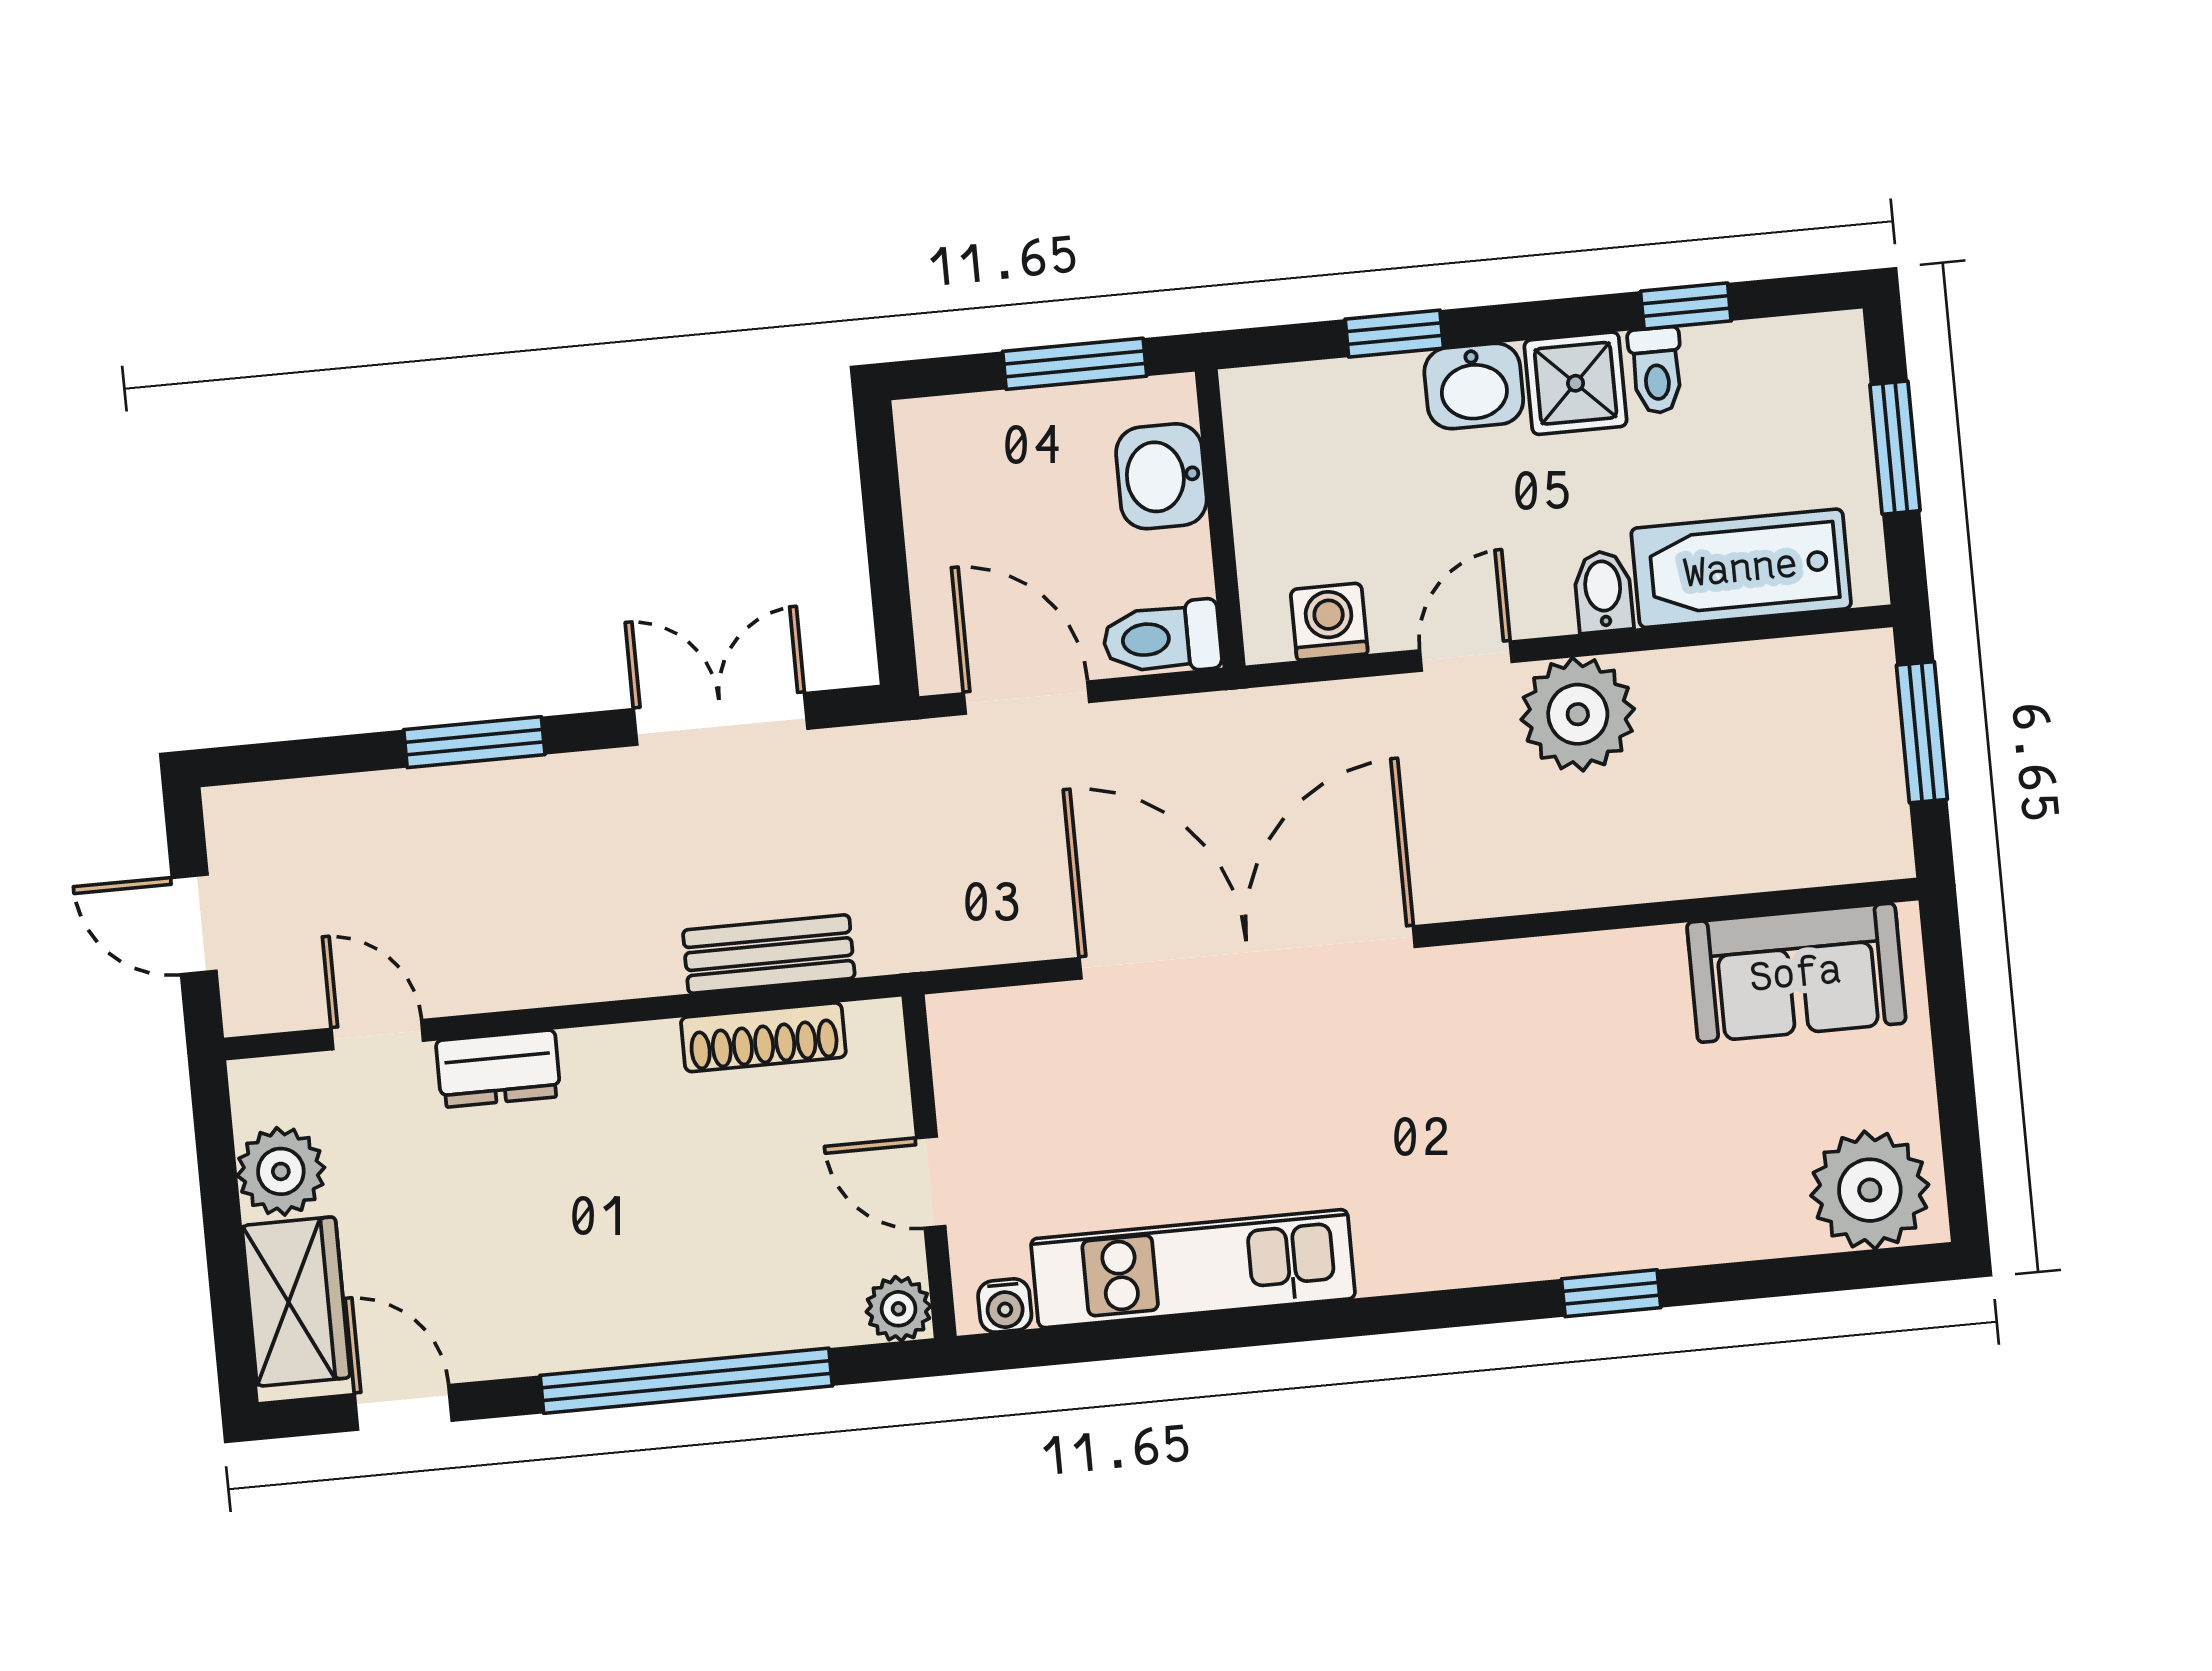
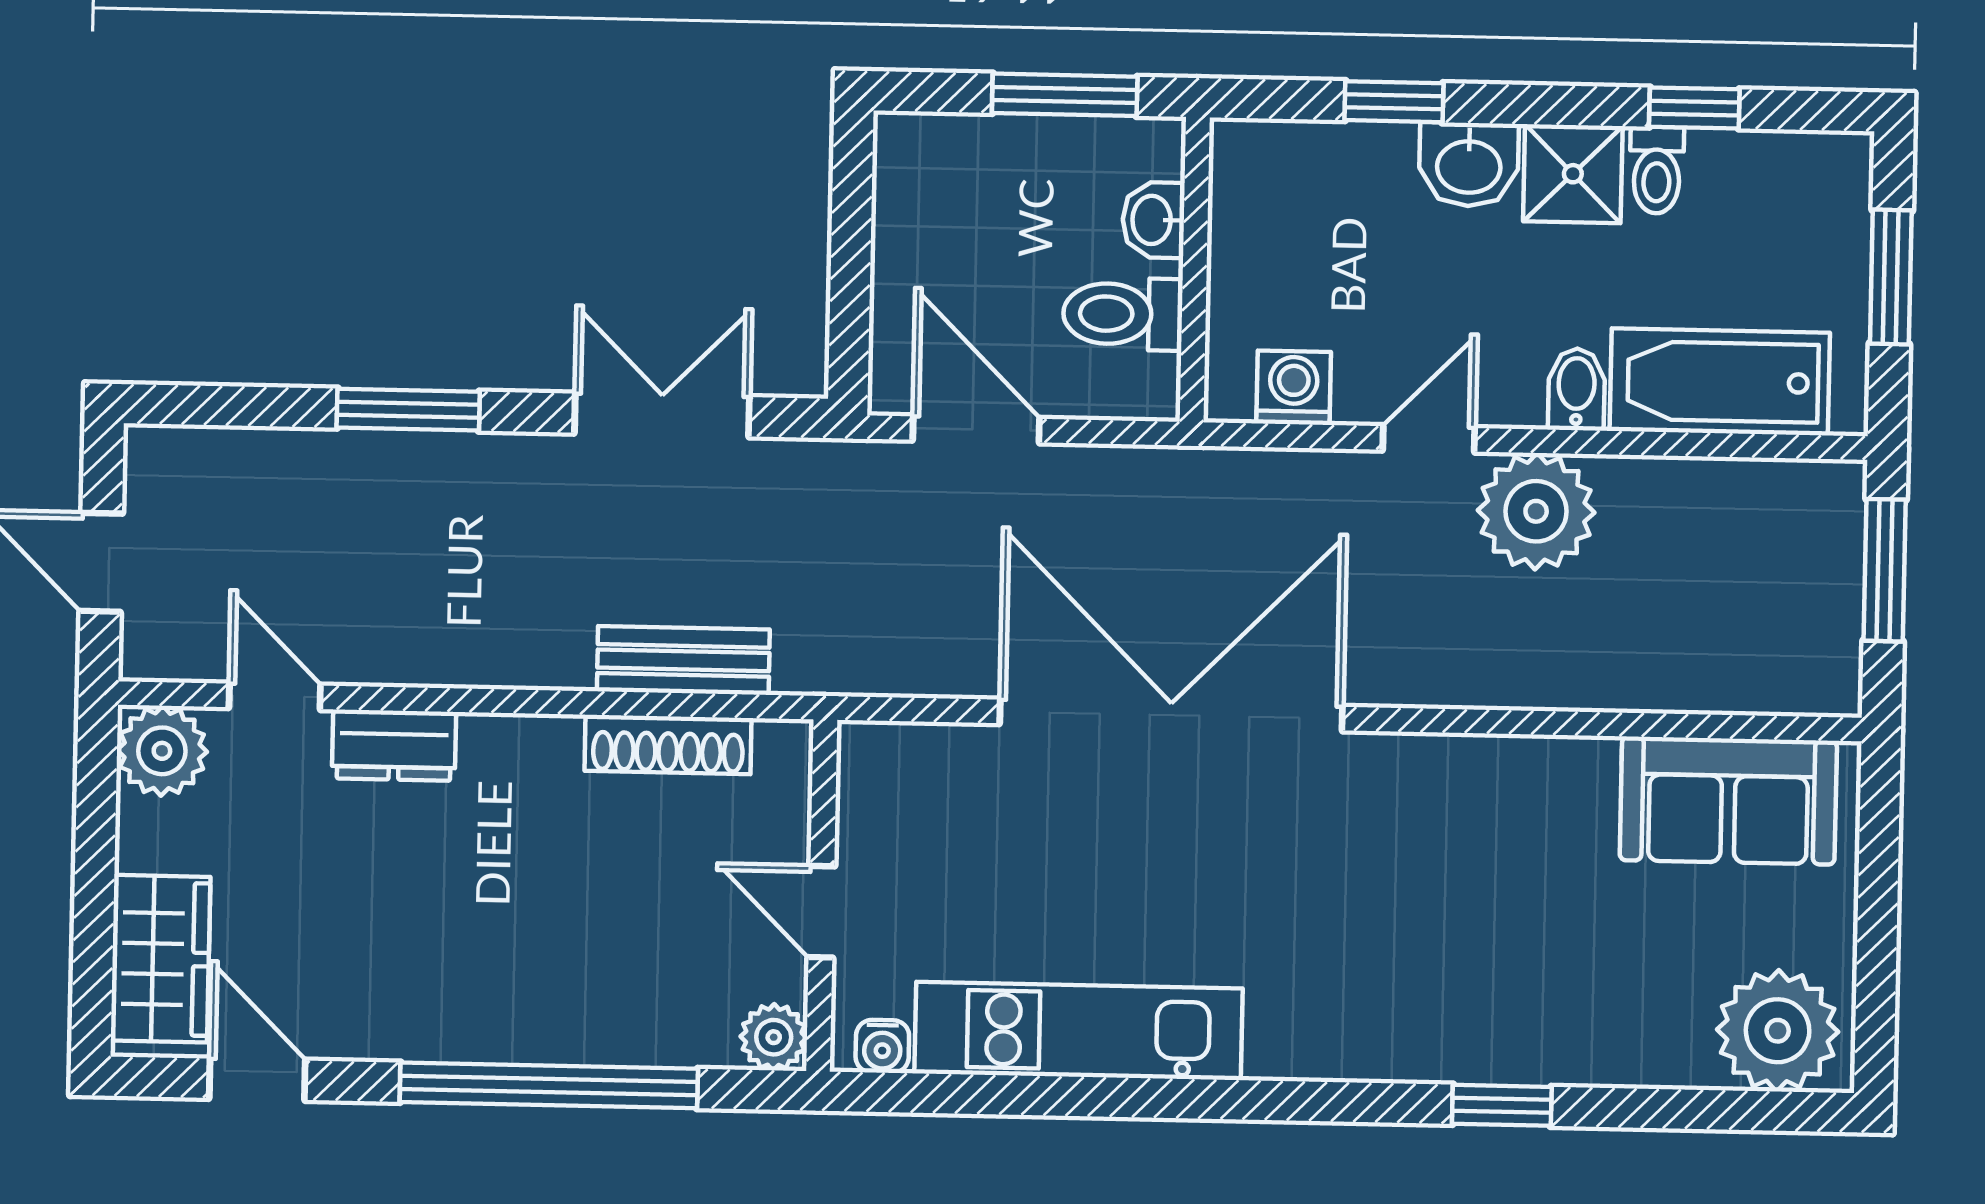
washbasin: (1161, 476) -> (1153, 220), width x0.72, depth x0.69
toilet: (1162, 638) -> (1123, 314), moved
plant: (281, 1171) -> (162, 751), moved

